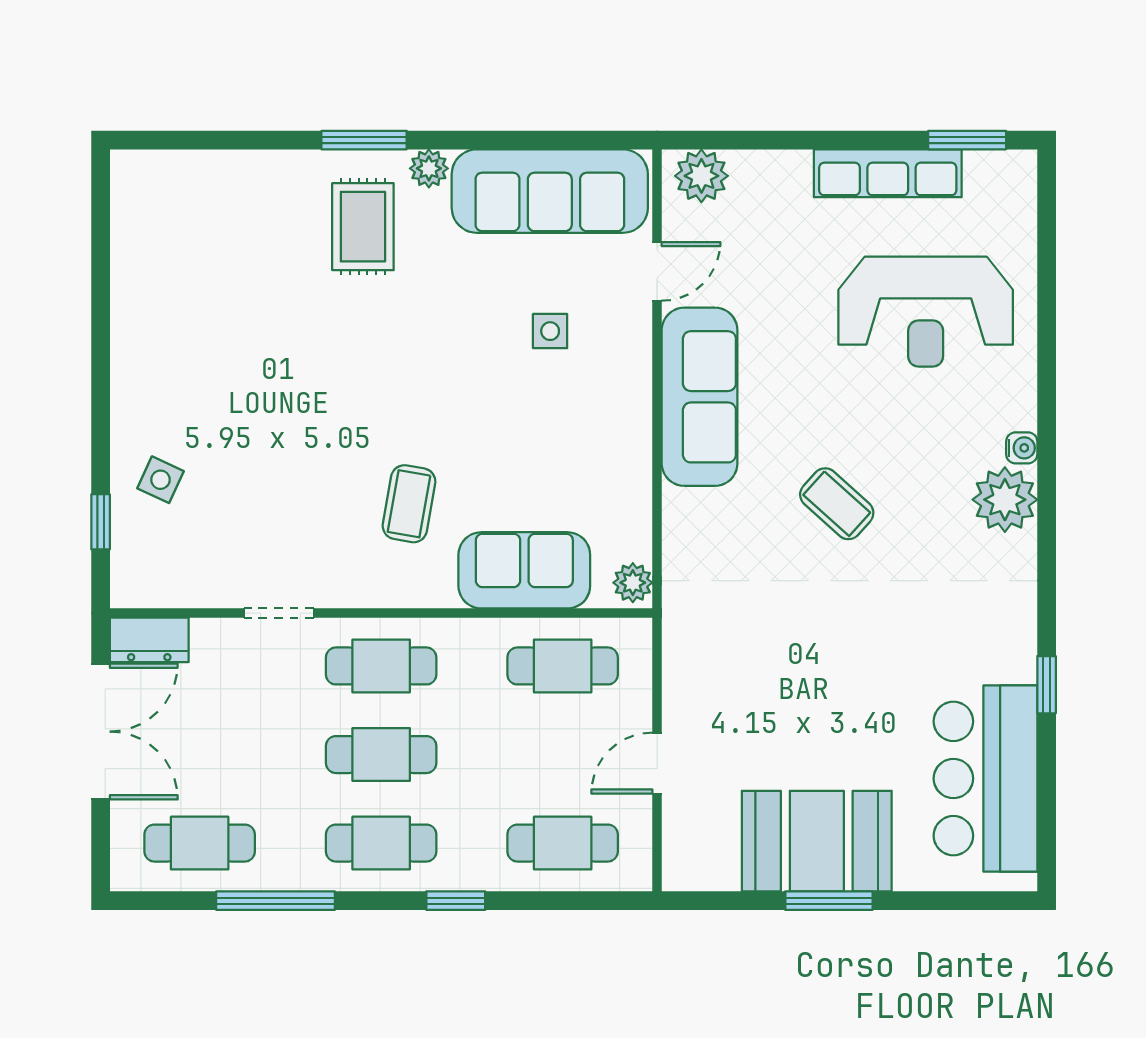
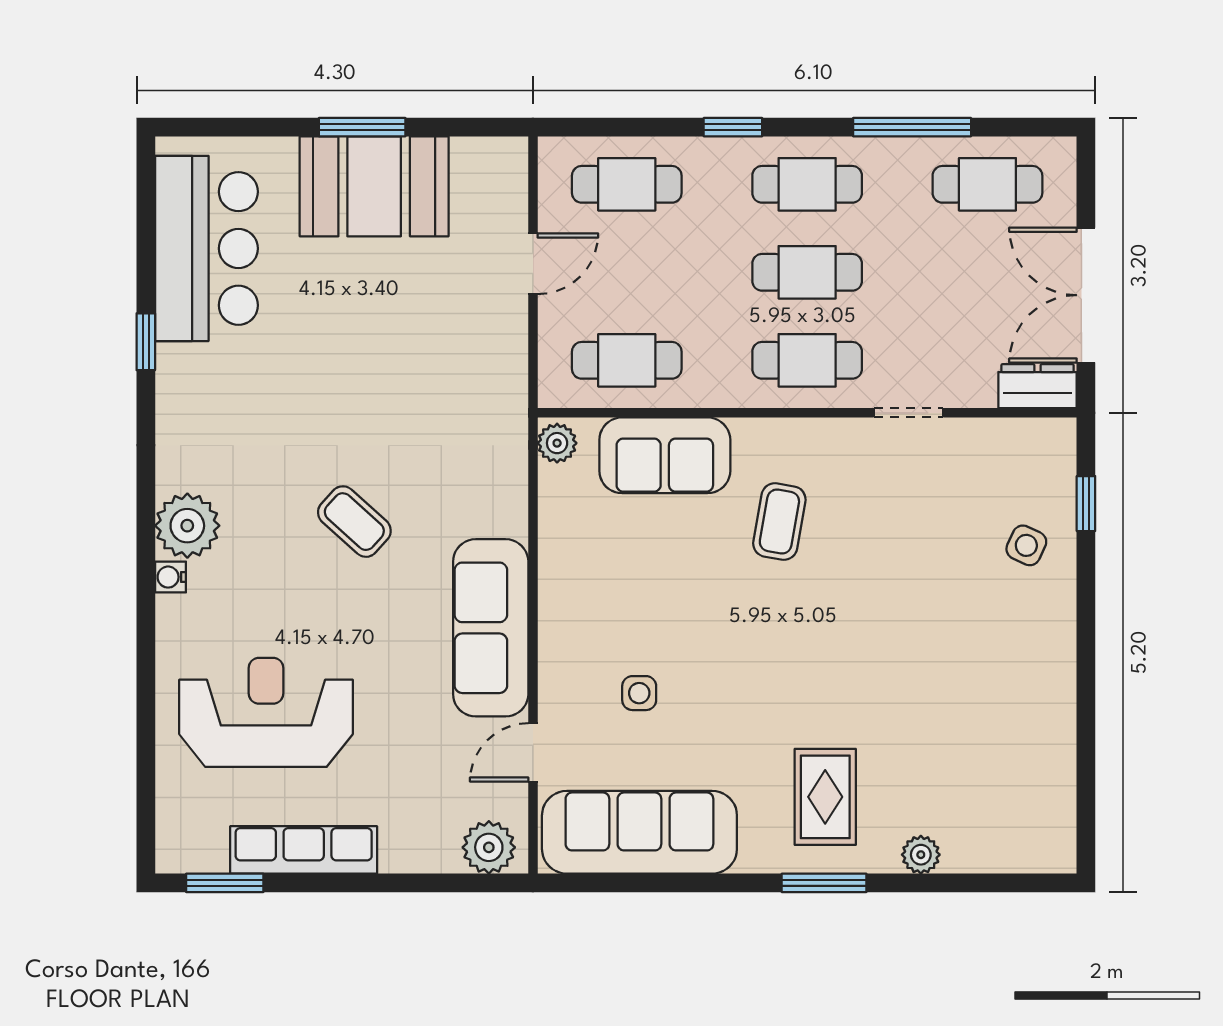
plant: (429, 168) -> (921, 855), moved

